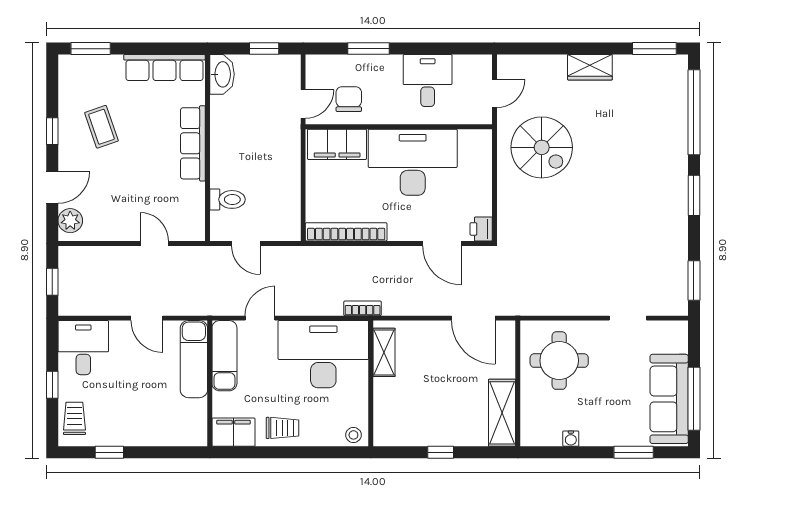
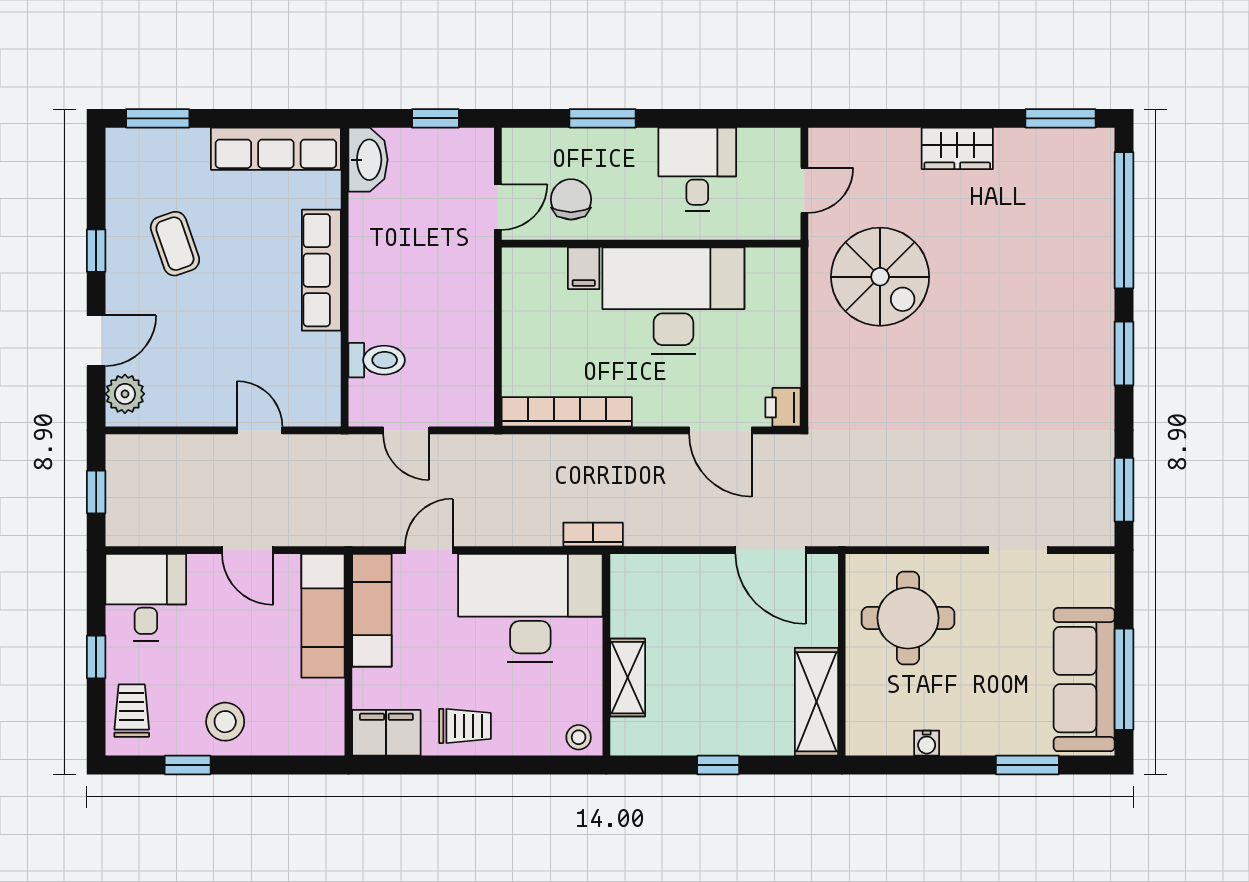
filing cabinet: (337, 144) -> (584, 268), width x0.33, depth x0.86
shelving: (384, 352) -> (628, 678), moved
stool: (133, 425) -> (225, 722), added

